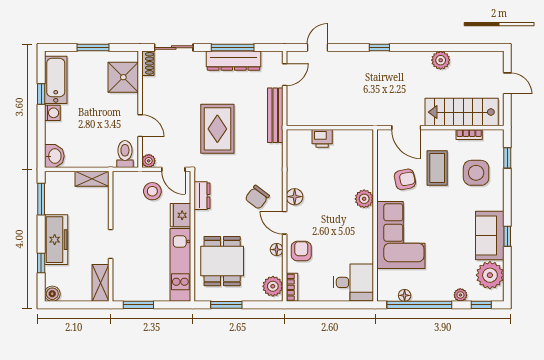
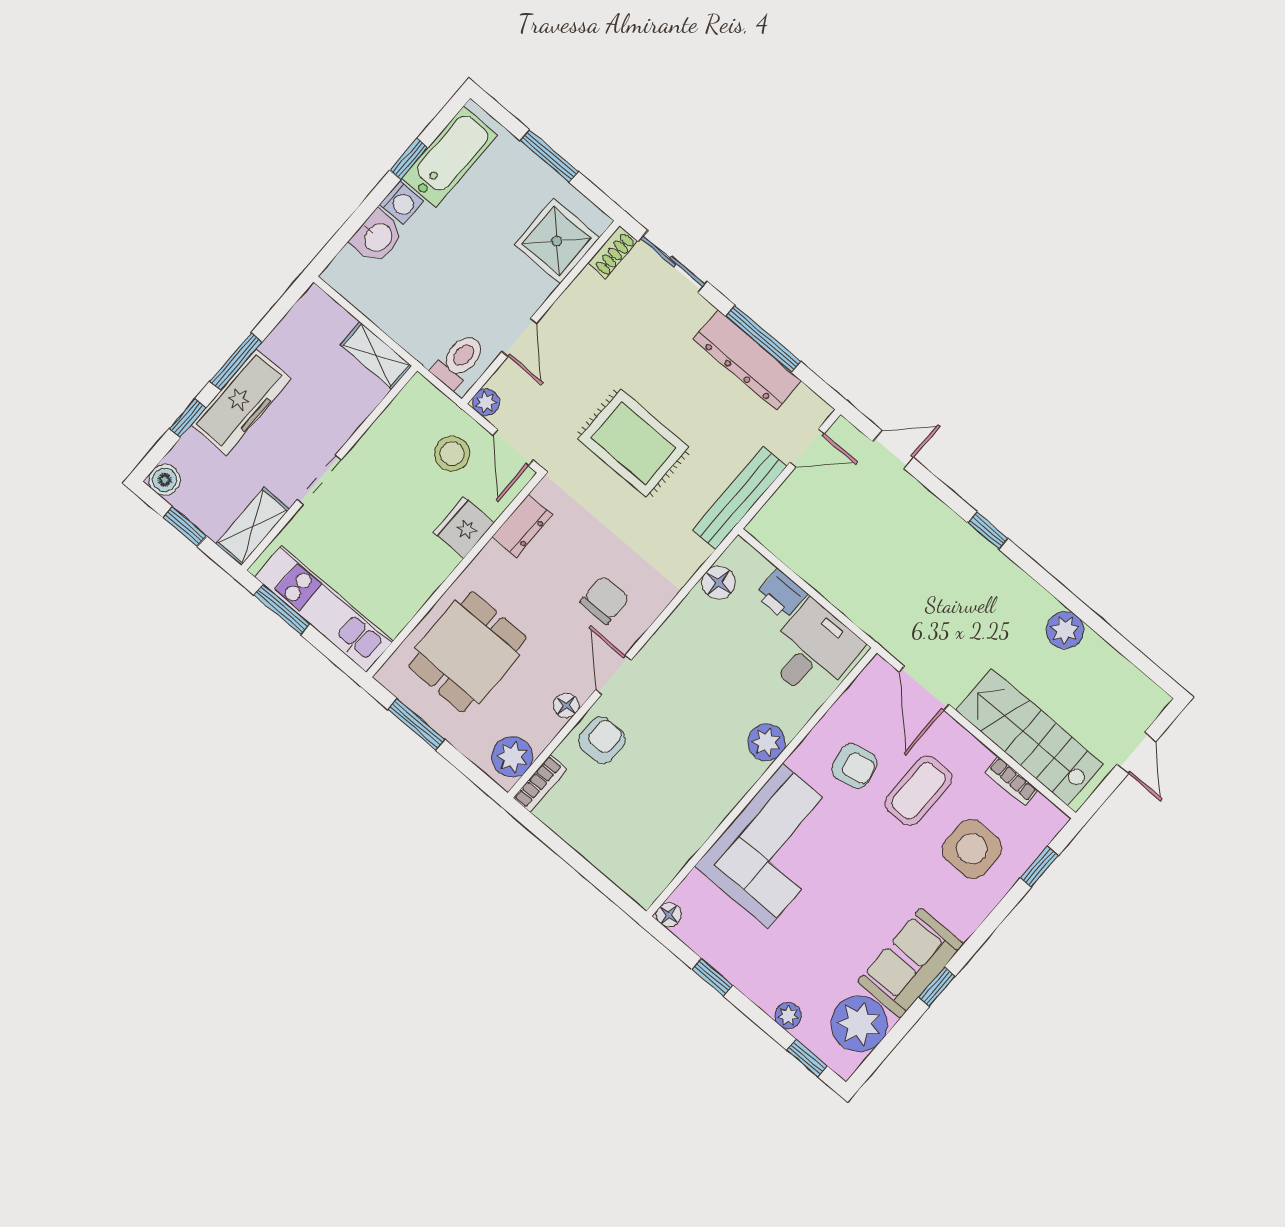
rug: (217, 129) -> (633, 443), turned 90
washbasin: (54, 156) -> (377, 237), moved
chair: (257, 197) -> (605, 600), turned 143
floor lamp: (295, 197) -> (718, 583), moved
window: (41, 199) -> (236, 362), moved
kitchen unit: (180, 265) -> (324, 609), moved, turned 90
desk: (353, 282) -> (813, 651), moved, turned -90
floor lamp: (405, 295) -> (669, 915), moved
window: (75, 305) -> (185, 527), added
window: (419, 305) -> (712, 977), width x0.32

